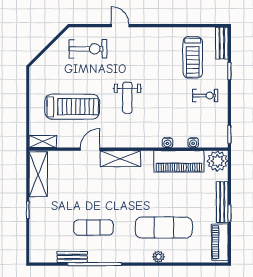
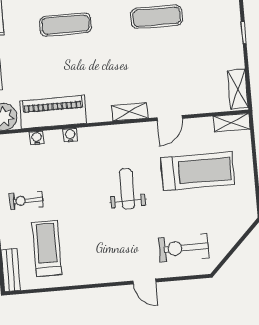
treadmill: (72, 107) -> (198, 171), turned 180
shelving: (120, 159) -> (130, 112), width x0.67, depth x0.75
shelving: (38, 174) -> (238, 89), width x0.67, depth x0.75
exercise mat: (164, 228) -> (65, 25), width x0.73, depth x0.69

